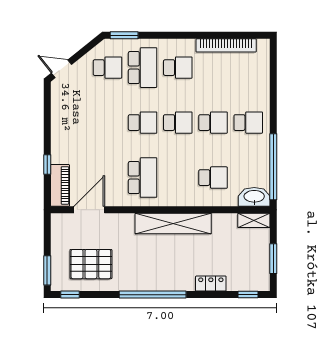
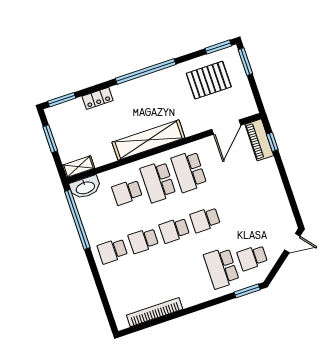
school desk: (178, 68) -> (158, 182), moved, width x1.85
window: (47, 164) -> (272, 142), moved
window: (70, 295) -> (218, 47), width x1.50
window: (248, 295) -> (62, 100), width x1.50

